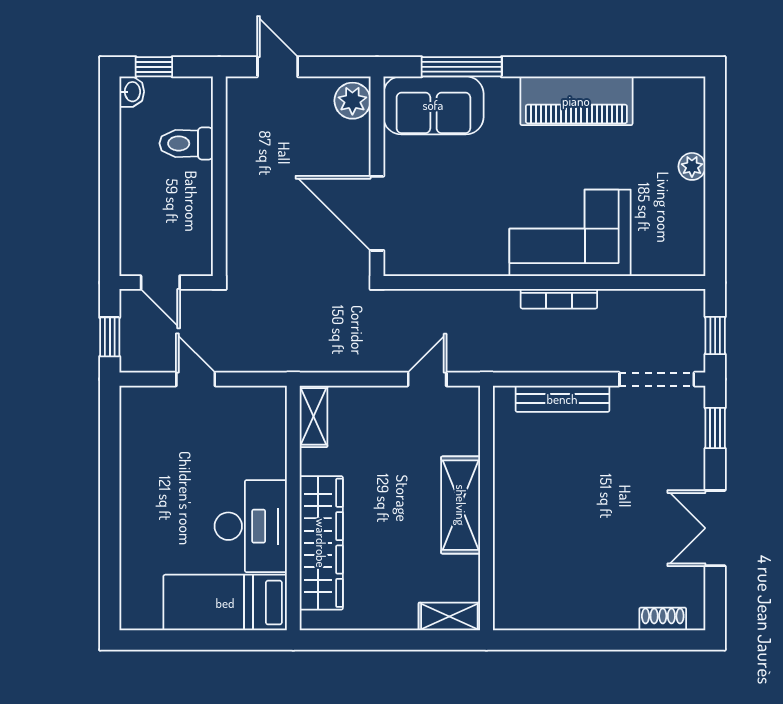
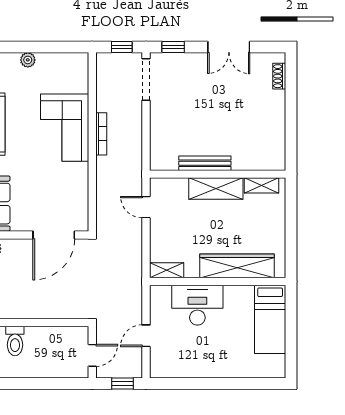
bench: (562, 399) -> (205, 163), moved, turned 90
desk: (251, 526) -> (197, 305), moved
shelving: (449, 616) -> (261, 185), moved, turned 90

